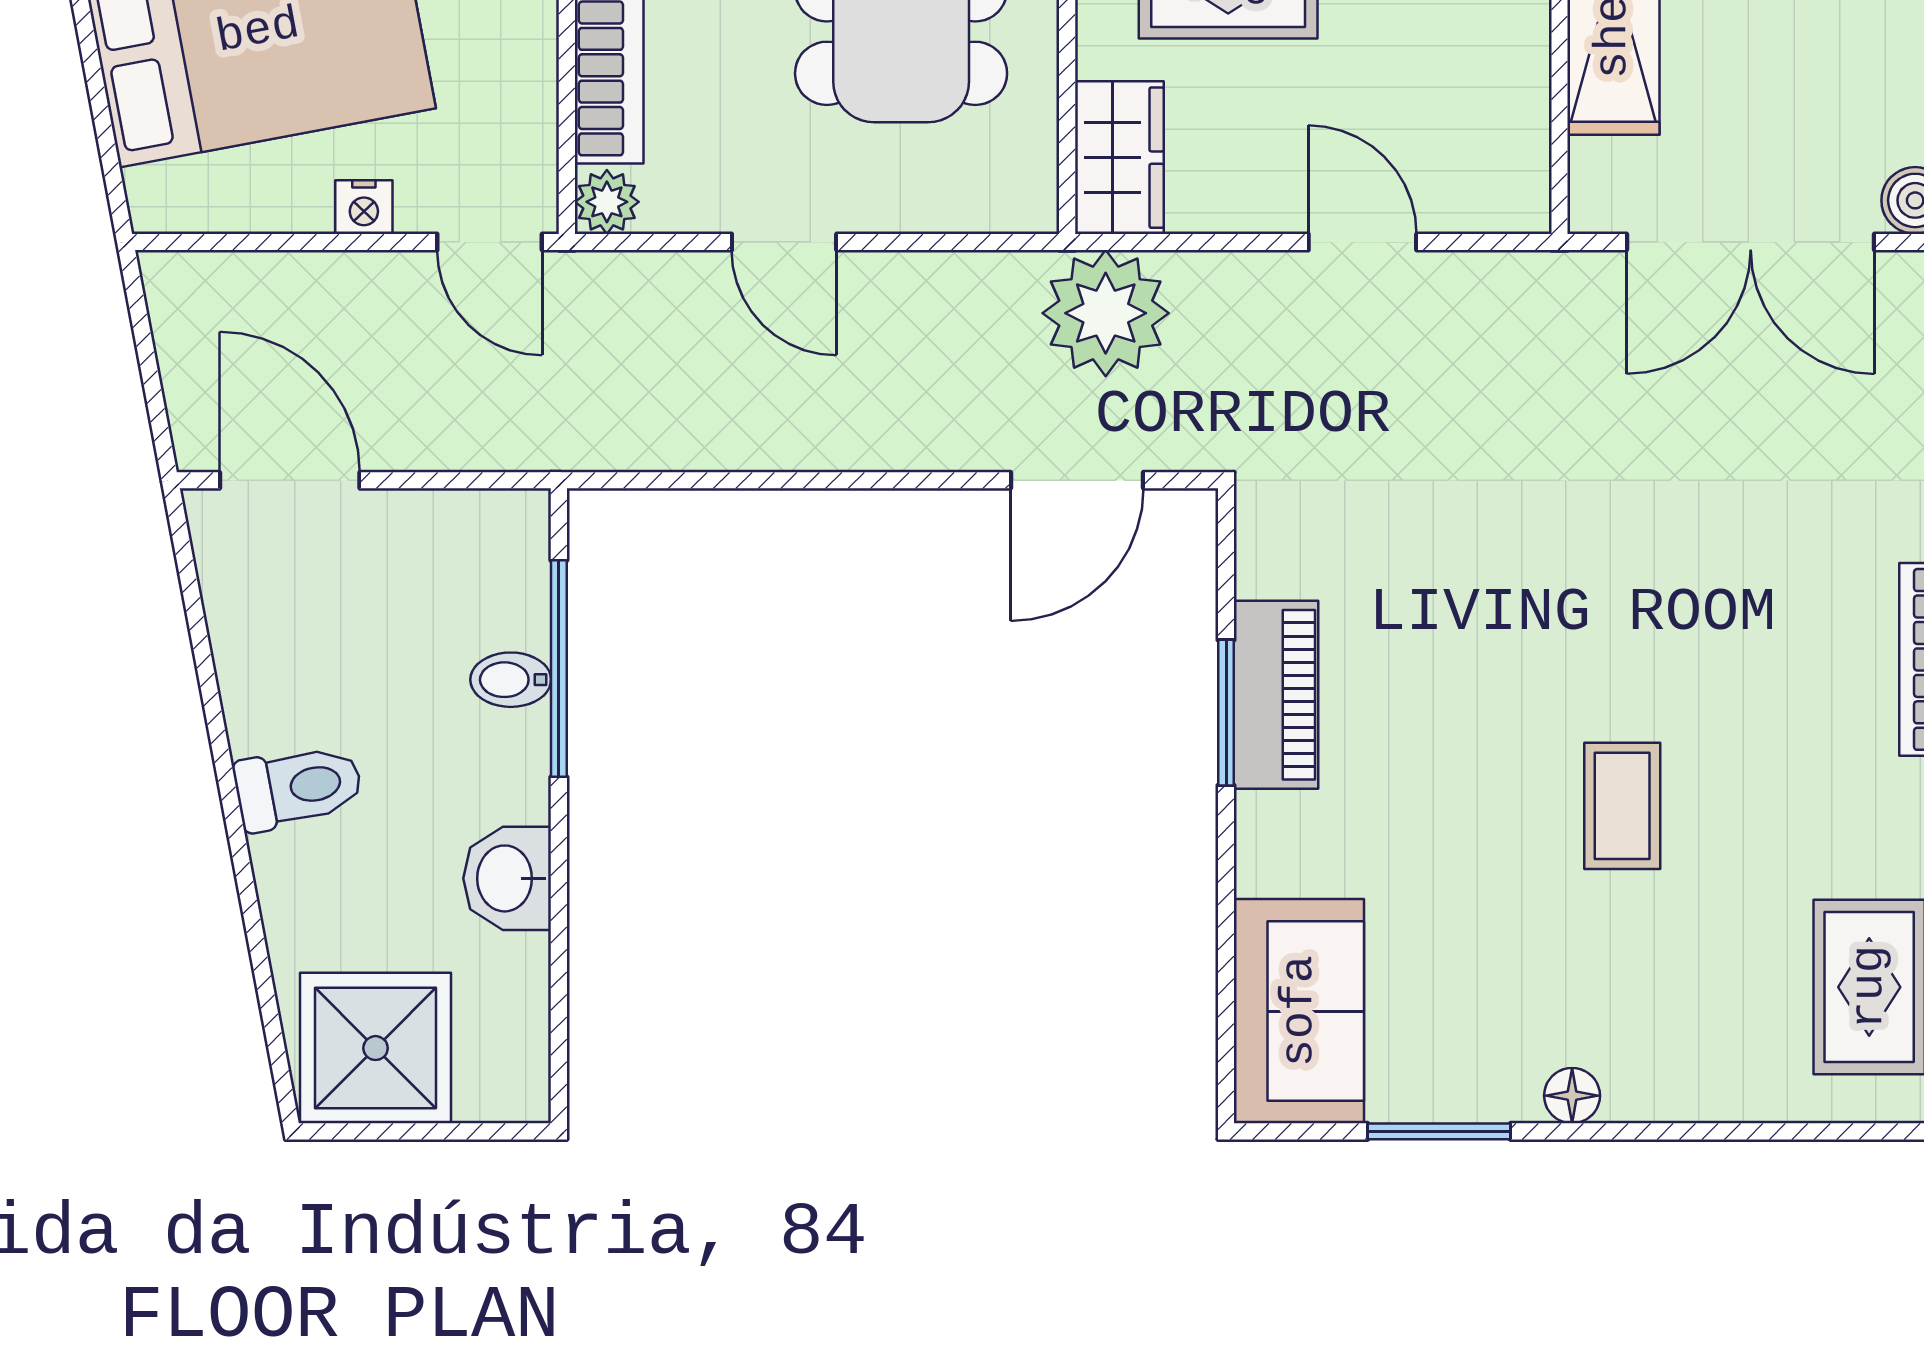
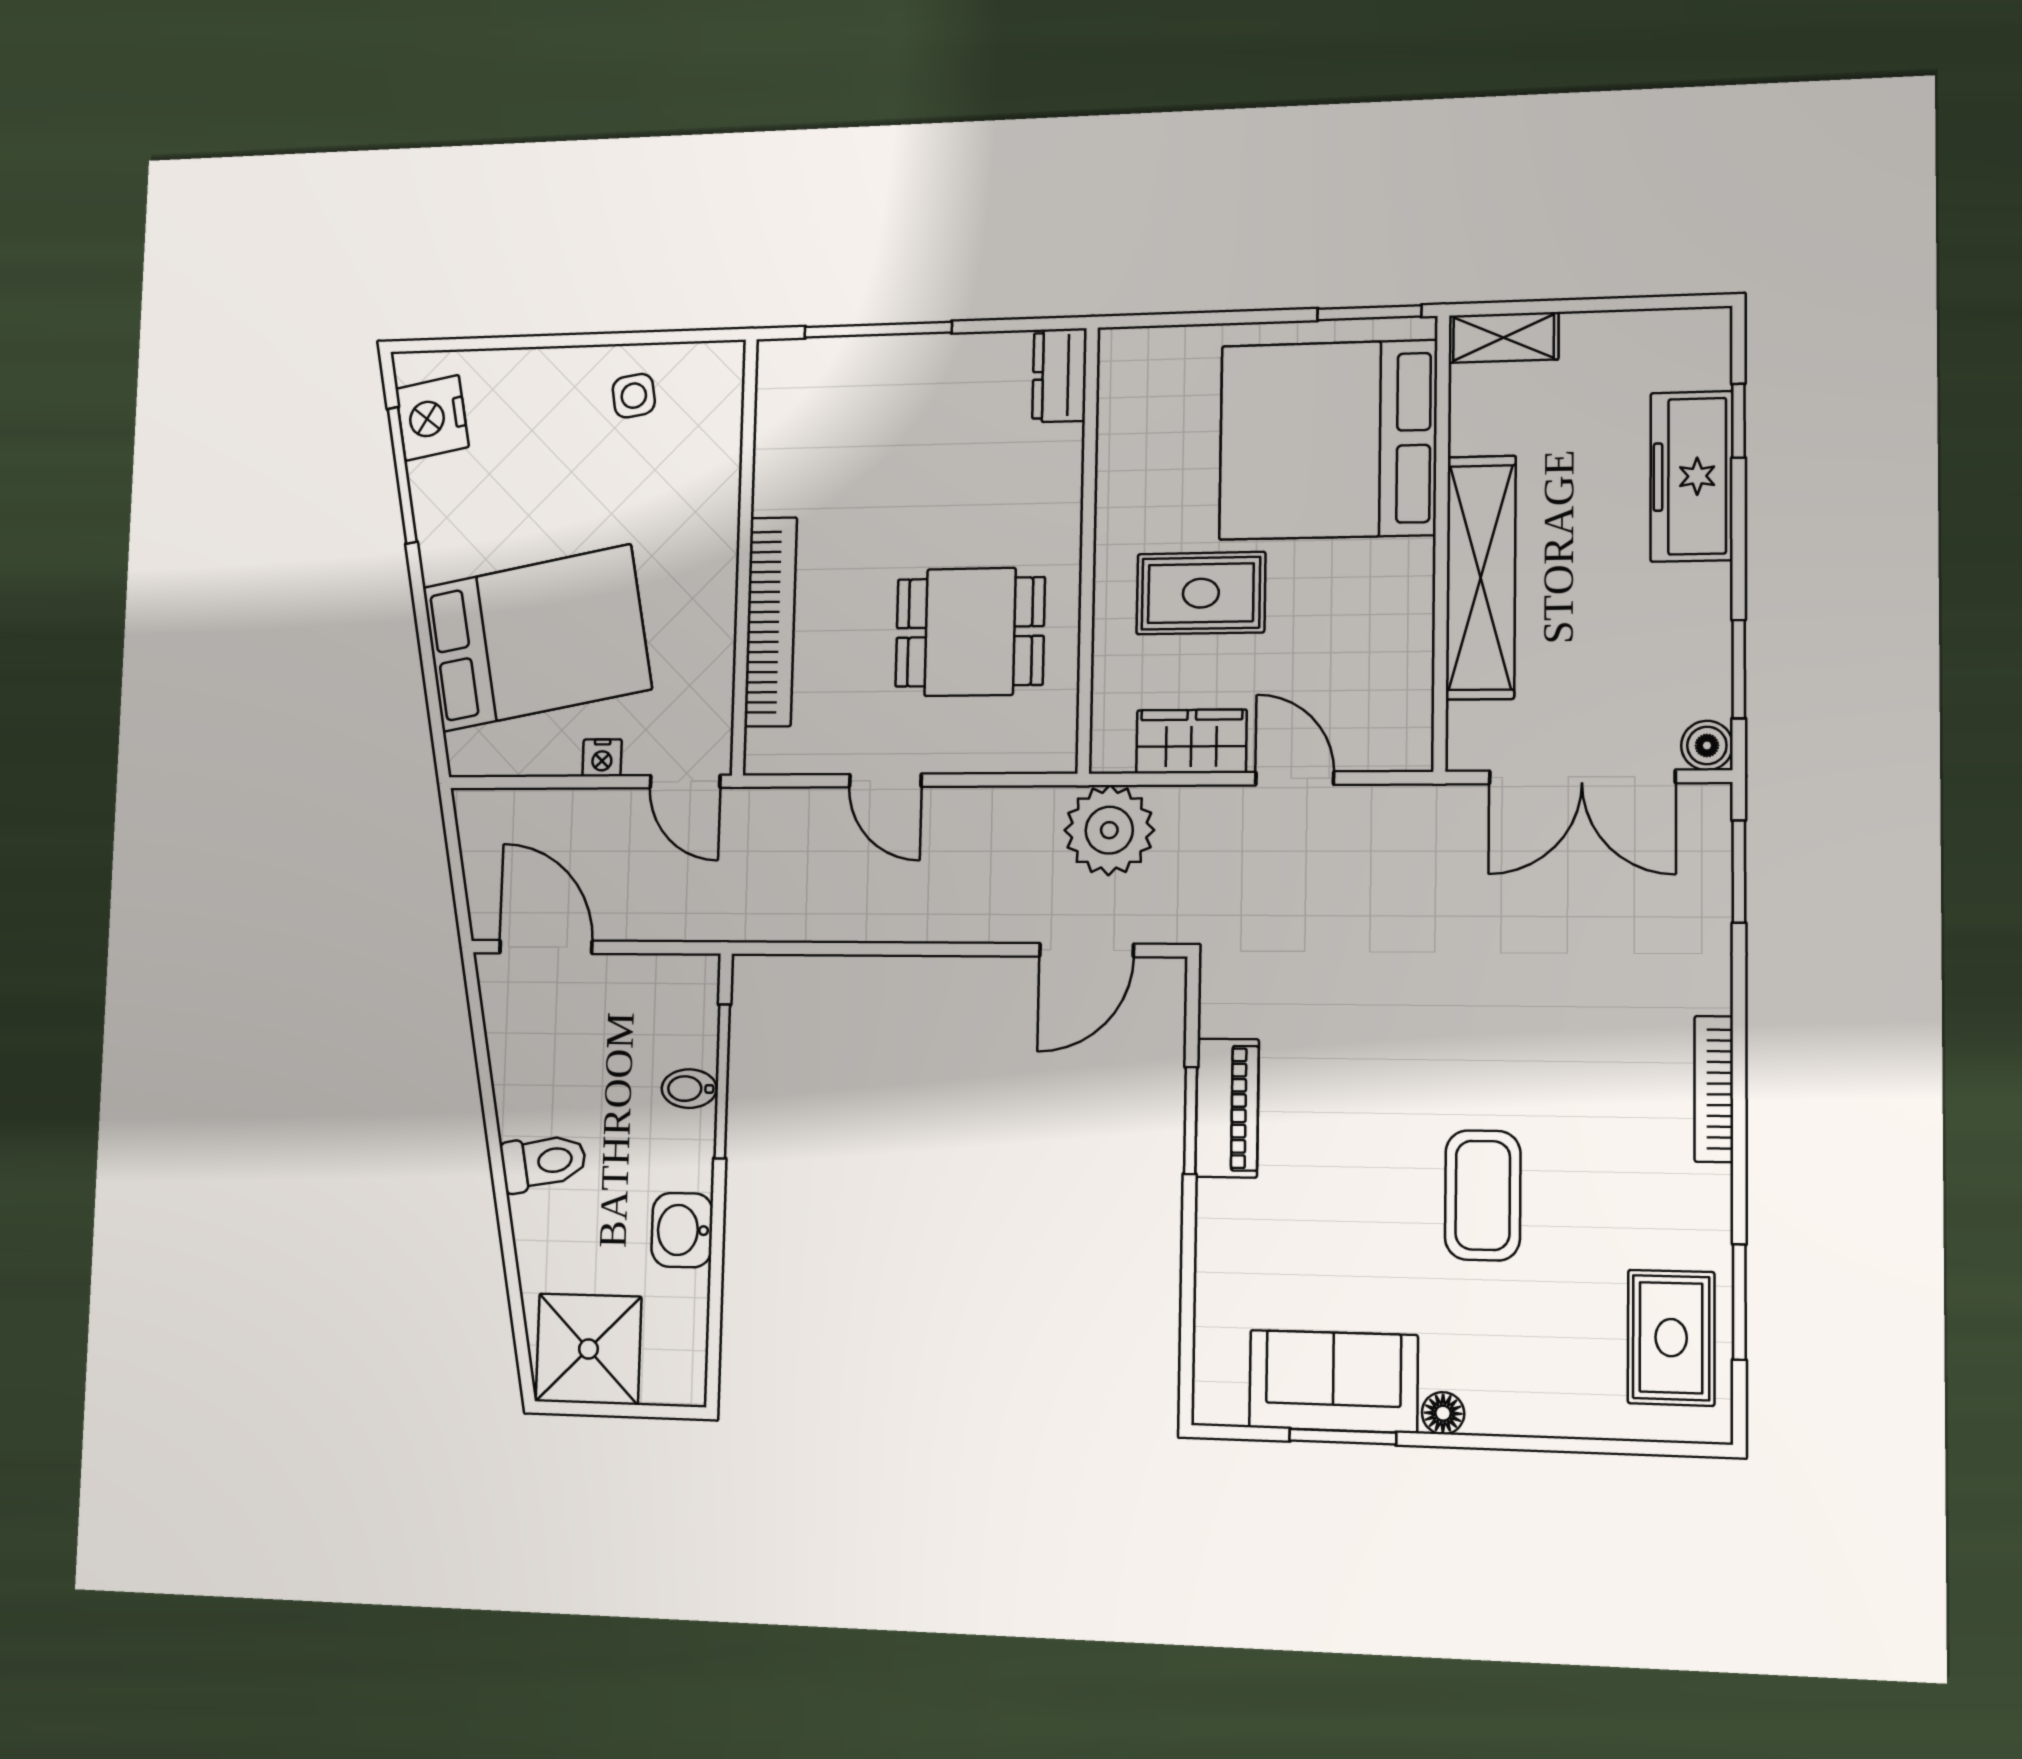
wardrobe: (1119, 158) -> (1191, 741), moved, turned -90
plant: (607, 202) -> (765, 753), removed
coffee table: (1622, 806) -> (1483, 1195), width x1.36, depth x1.30
sofa: (1299, 1011) -> (1333, 1381), moved, turned -90

